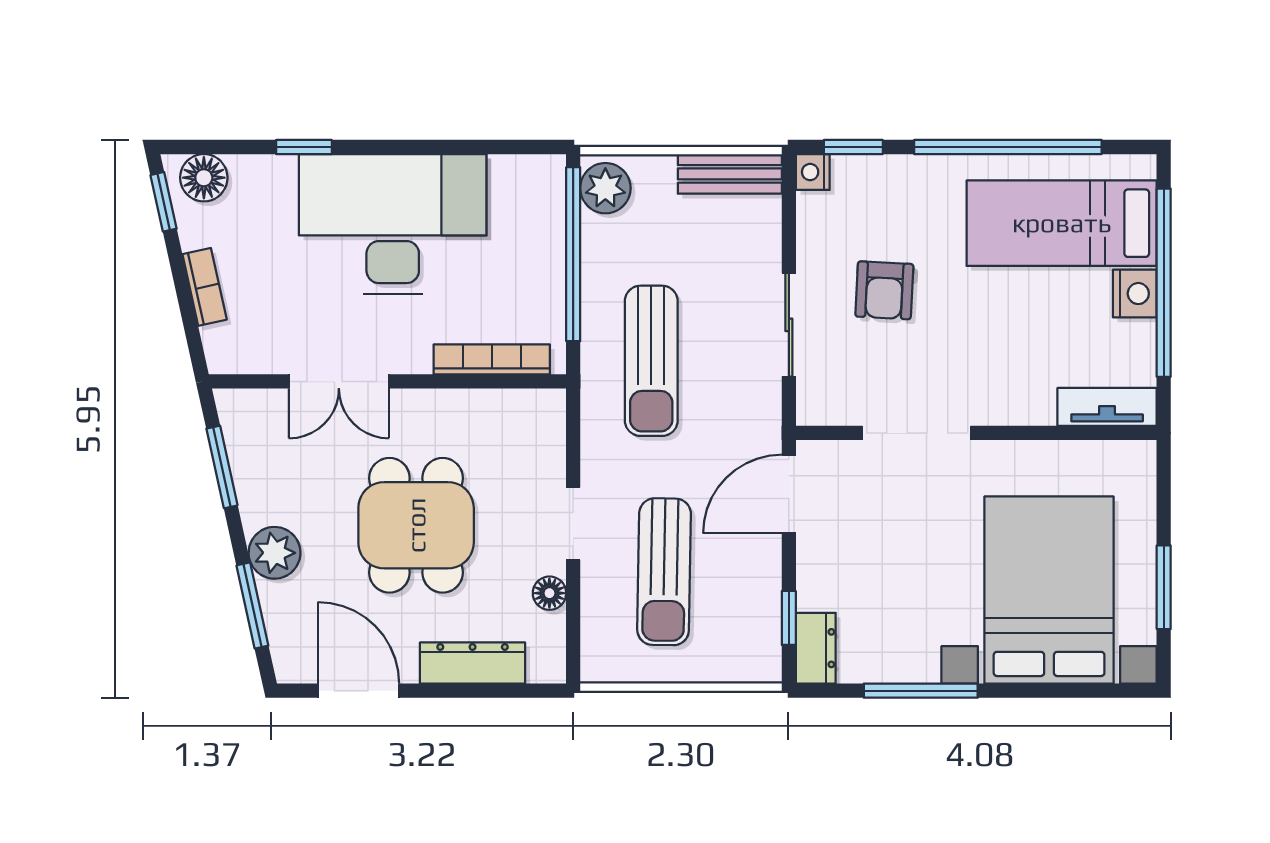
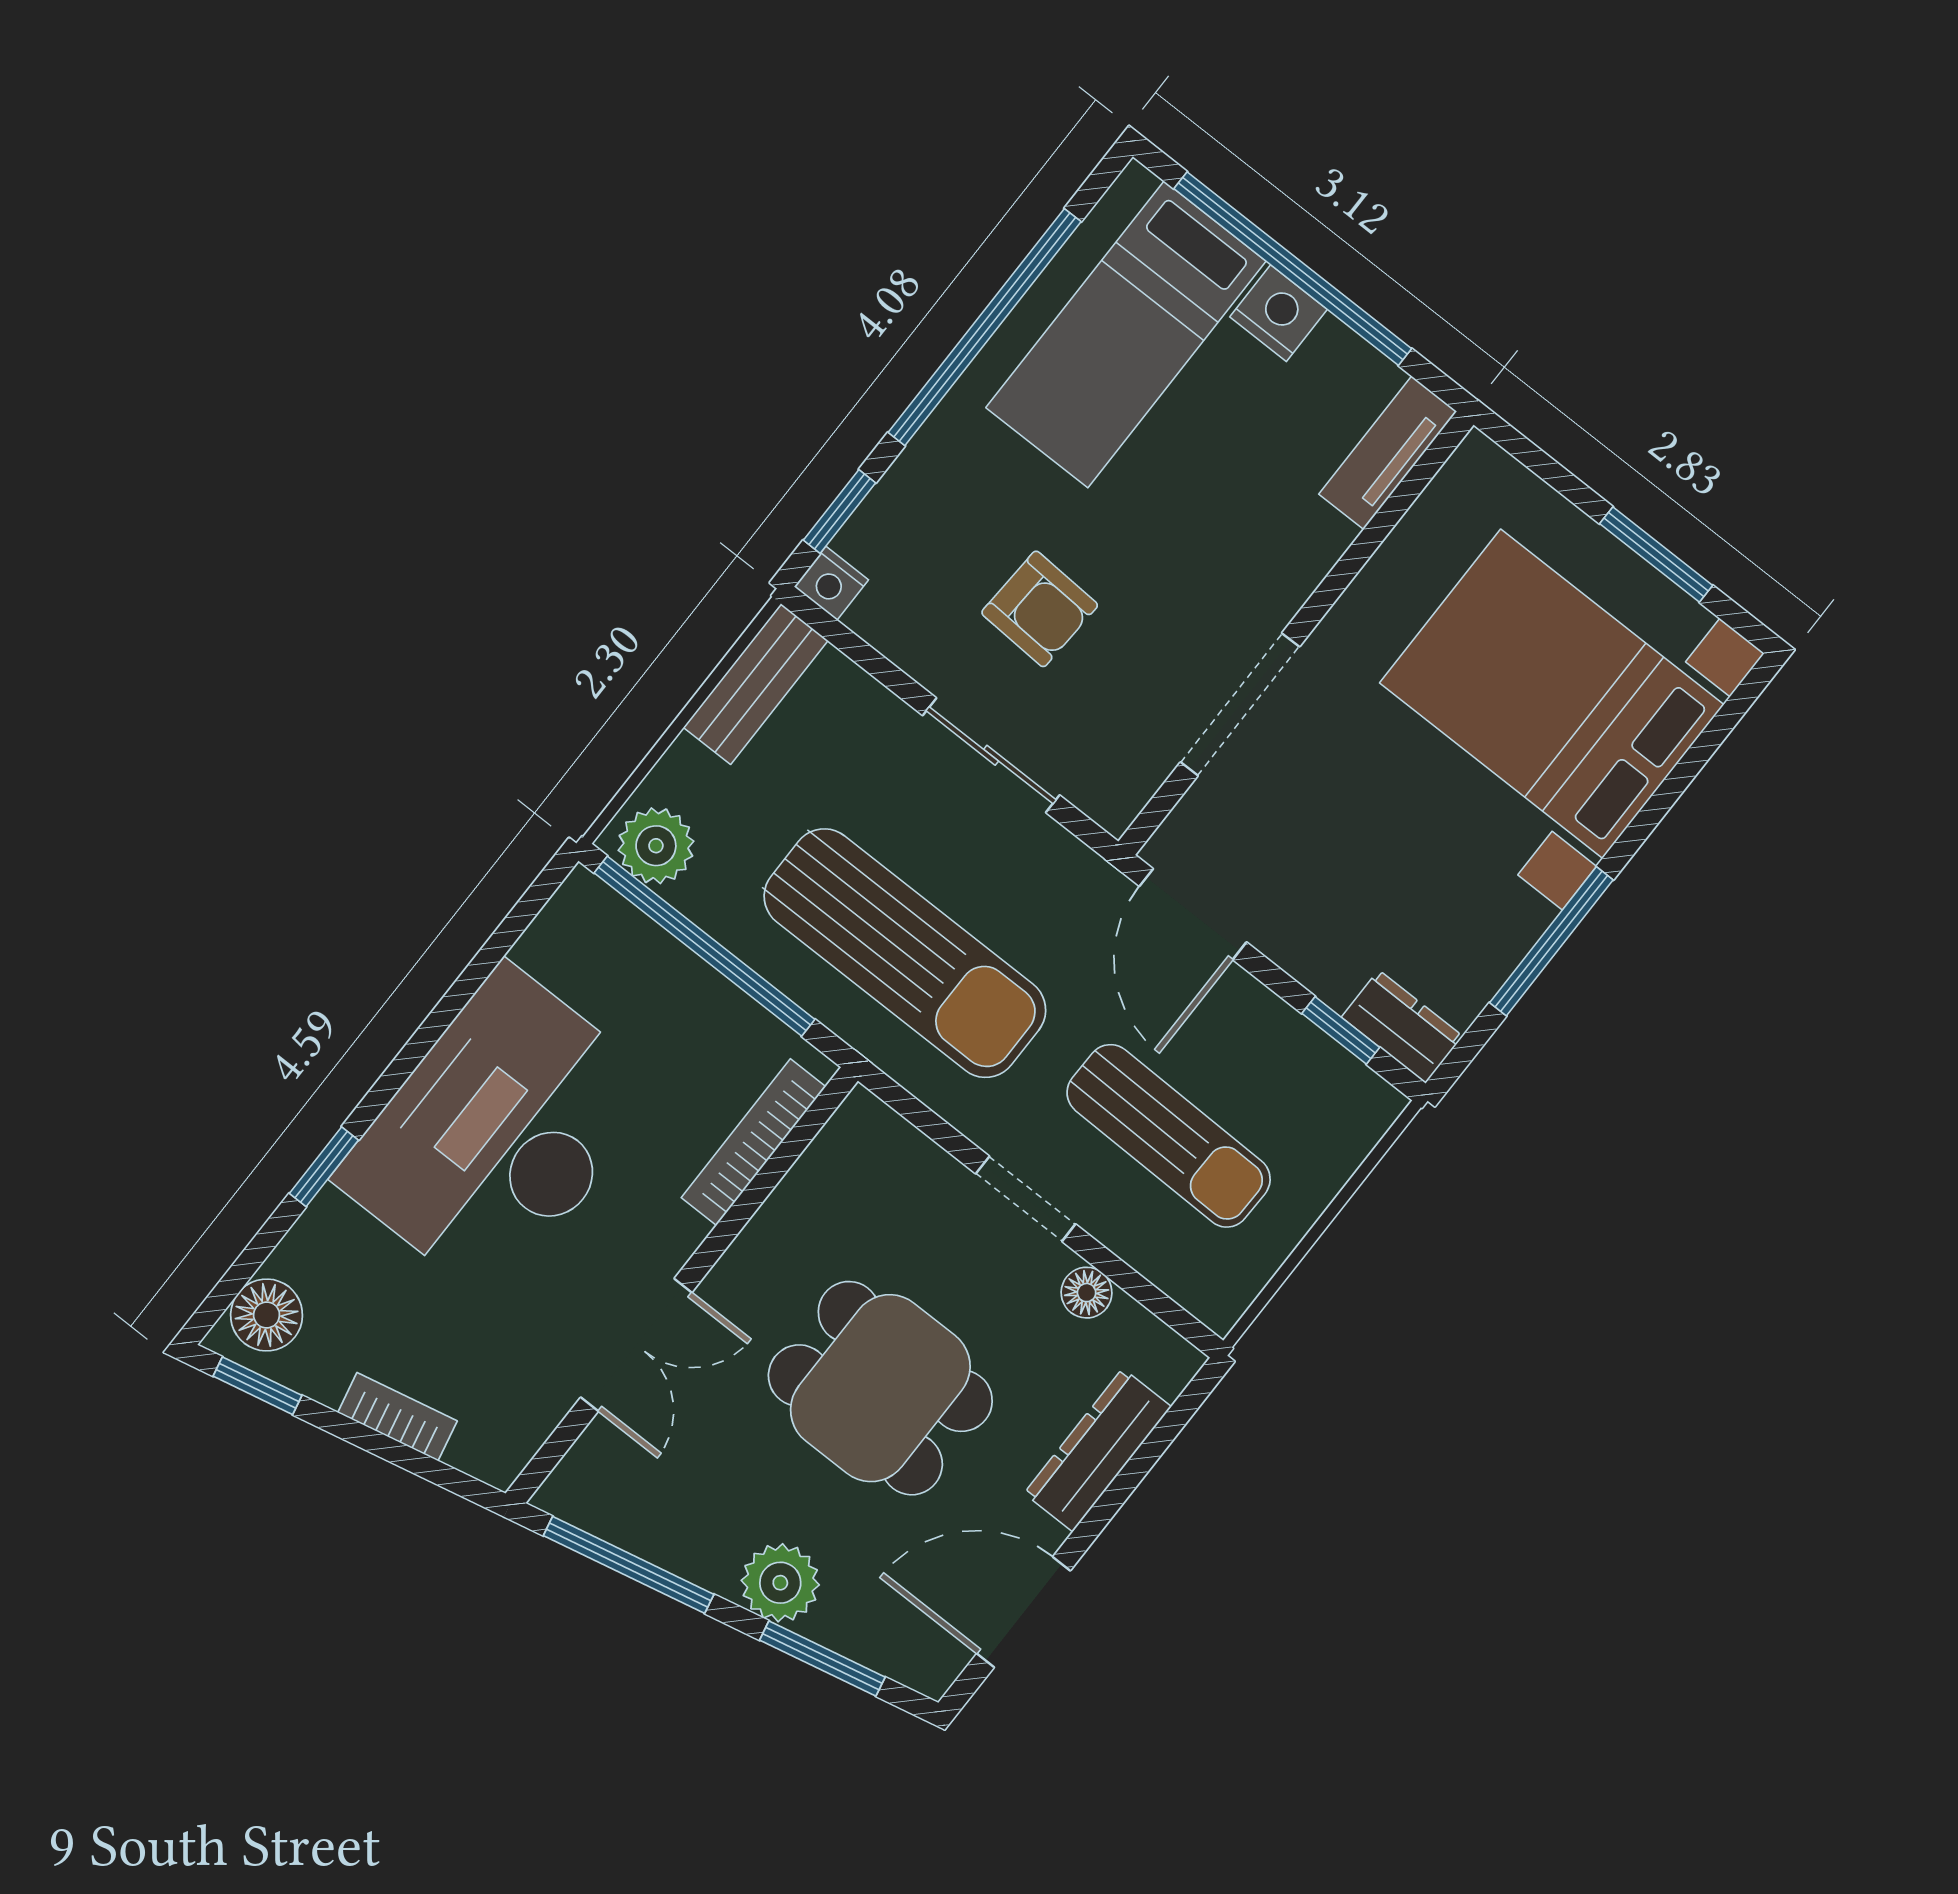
sun lounger: (651, 361) -> (905, 953), width x1.36, depth x1.34
window: (222, 467) -> (629, 1565), width x1.44

